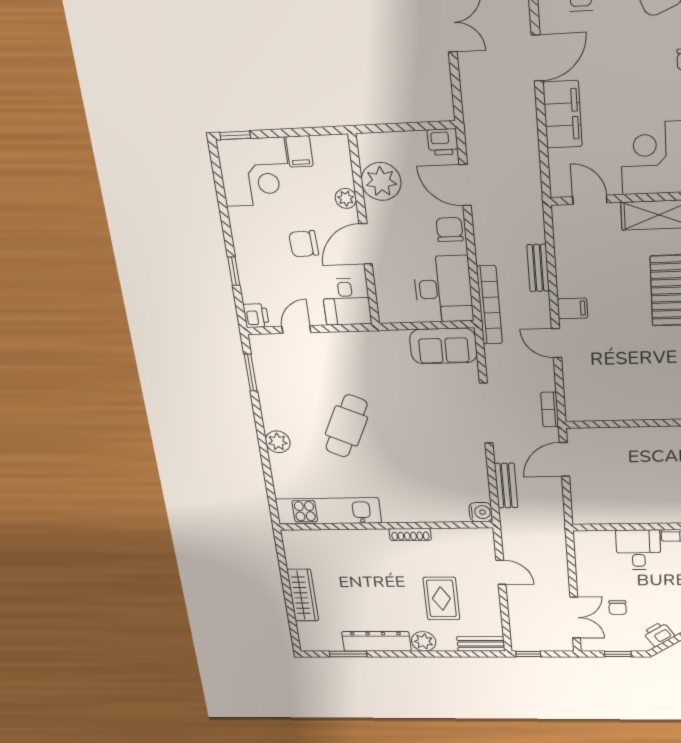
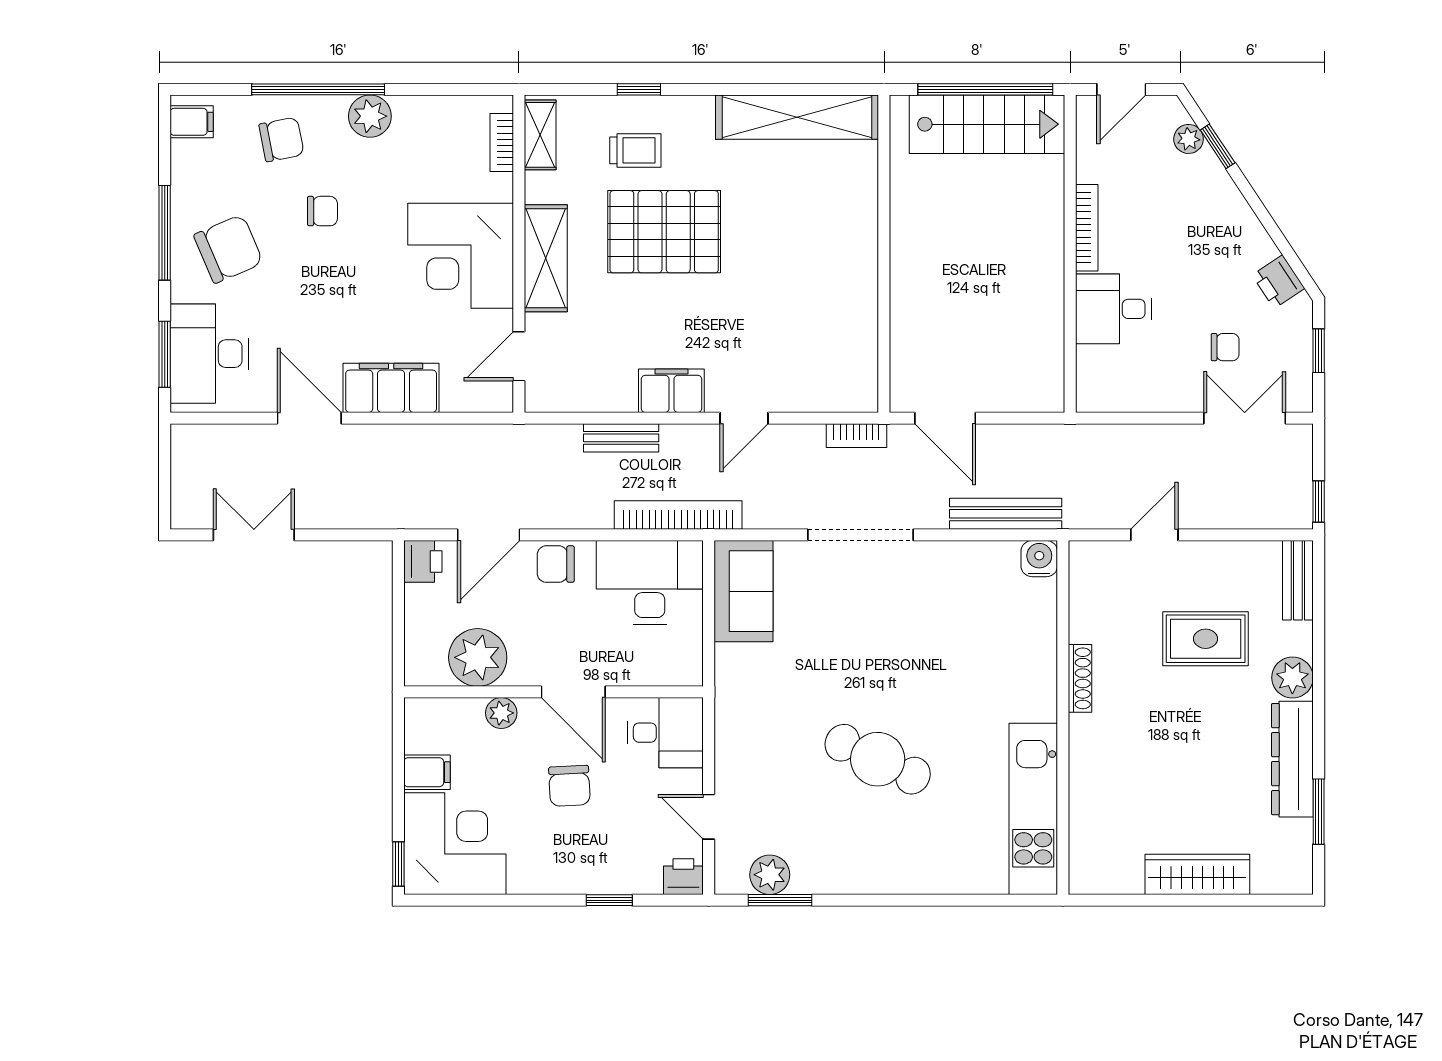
filing cabinet: (572, 308) -> (671, 391), width x2.00
plant: (278, 442) -> (770, 875), moved
bench: (506, 486) -> (1006, 514), width x1.36

